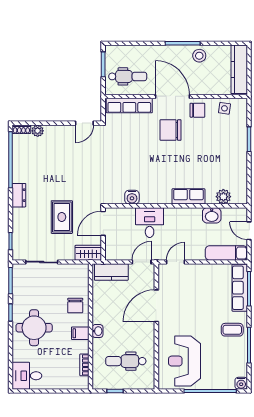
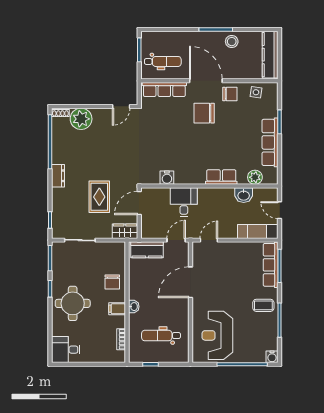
plant: (38, 131) -> (81, 119), width x1.87, depth x1.87
row of seats: (239, 160) -> (270, 142), added

